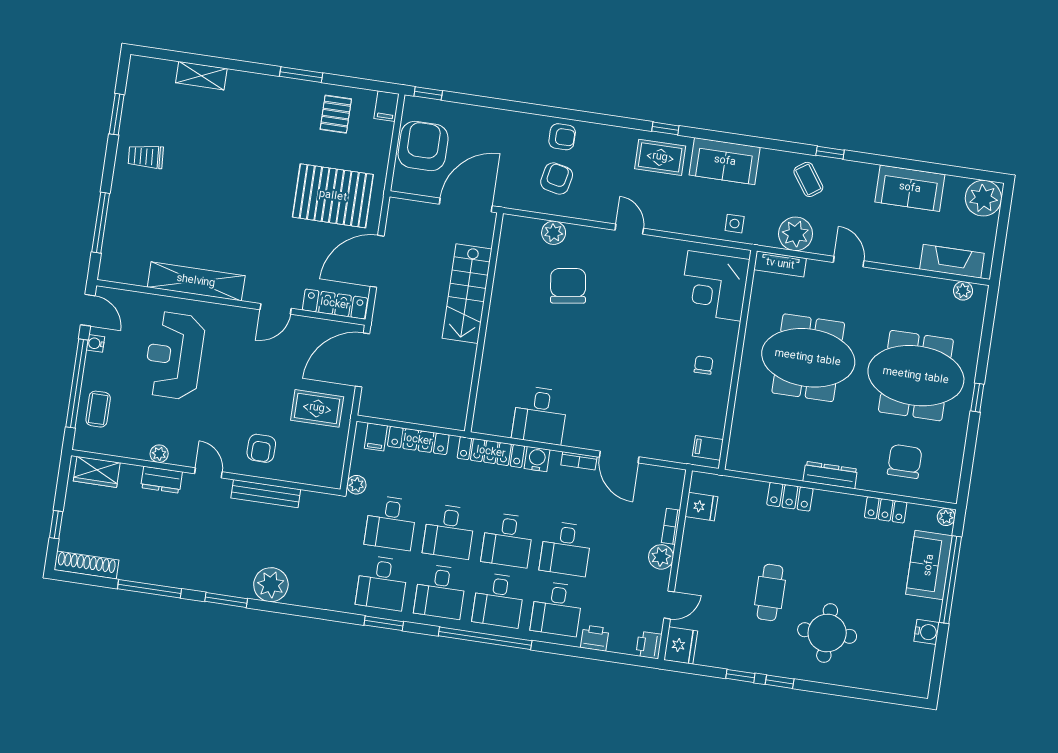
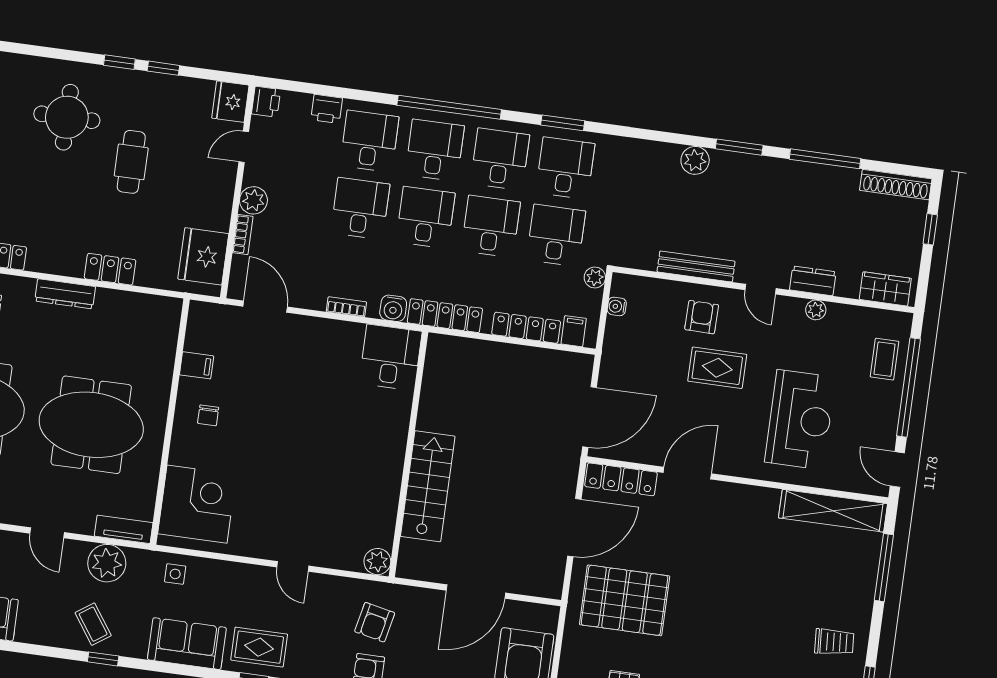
window: (830, 153) -> (103, 659), moved
shelving: (196, 281) -> (833, 511), moved
chair: (568, 286) -> (361, 502), removed
stairs: (467, 294) -> (428, 486), moved
door: (276, 309) -> (687, 473), width x1.38
wall: (484, 322) -> (409, 454), moved
water cooler: (96, 343) -> (617, 306), moved, turned 180
rug: (317, 408) -> (717, 368), moved
filing cabinet: (708, 448) -> (197, 365), moved
door: (619, 457) -> (265, 307), moved
fridge: (701, 507) -> (203, 256), width x1.88, depth x1.34
plant: (271, 585) -> (695, 160), width x0.73, depth x0.73

